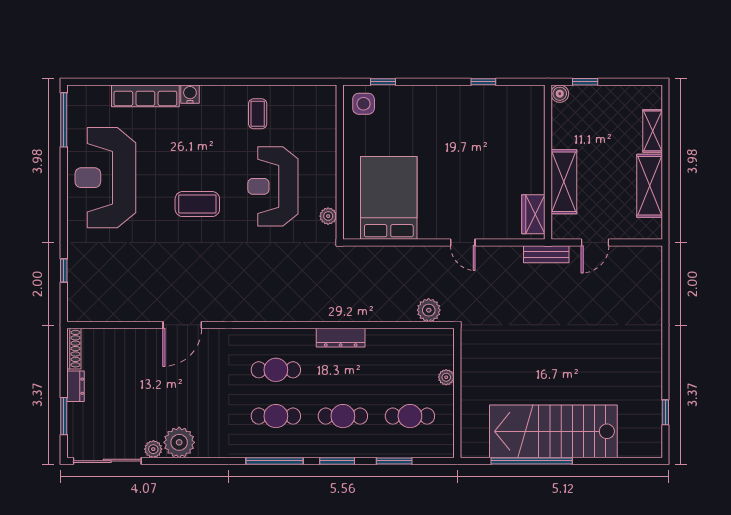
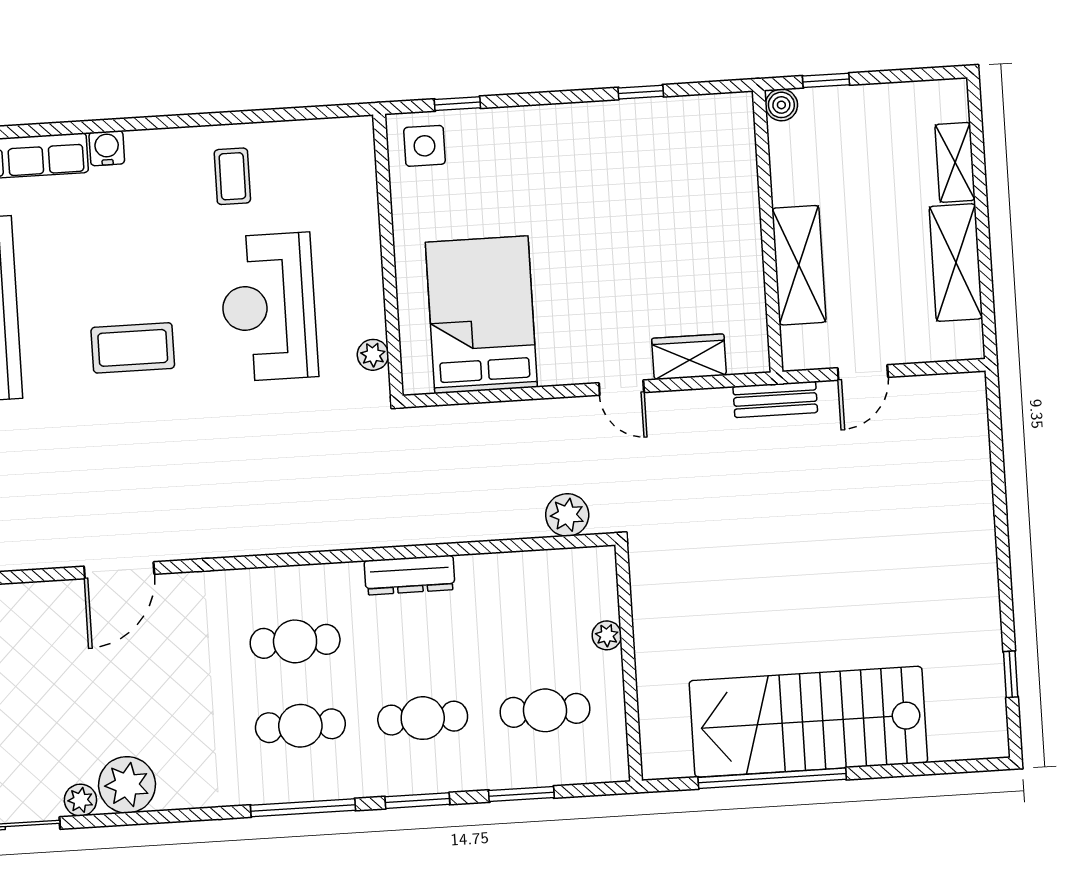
wardrobe: (533, 214) -> (689, 357), moved, turned 90

